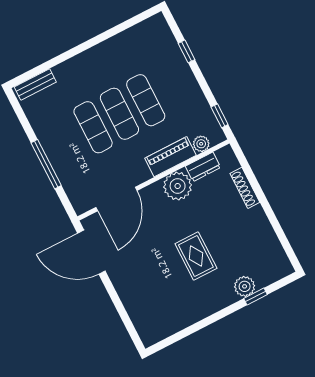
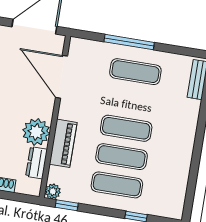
exercise mat: (172, 87) -> (117, 185), added
exercise mat: (93, 127) -> (135, 72), moved
plant: (201, 144) -> (53, 191), moved

